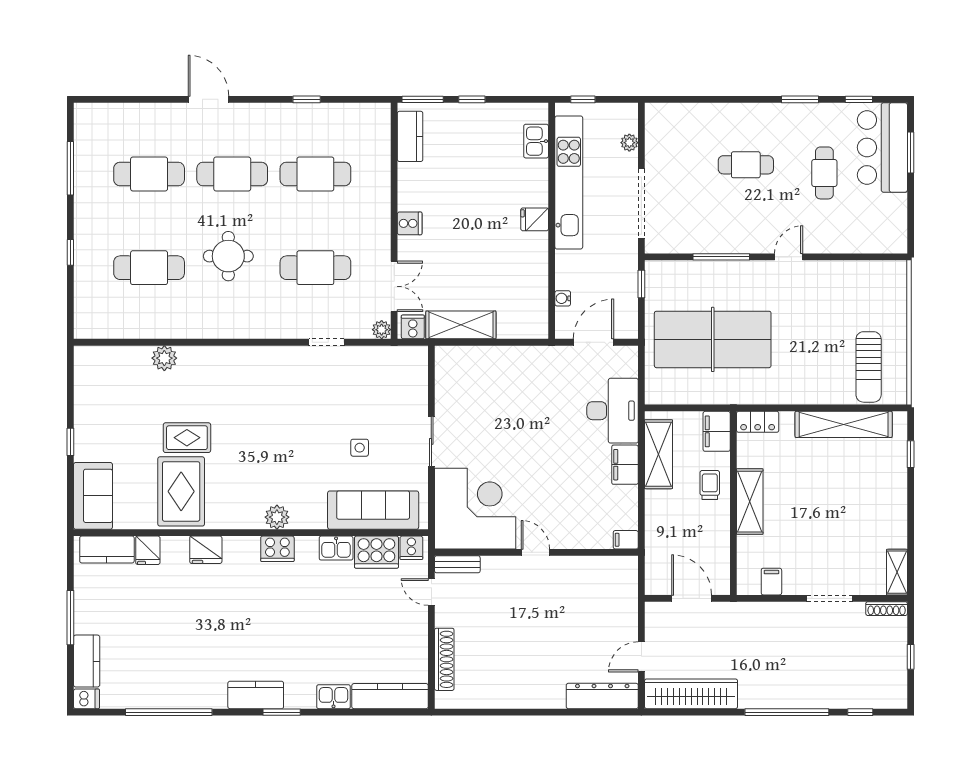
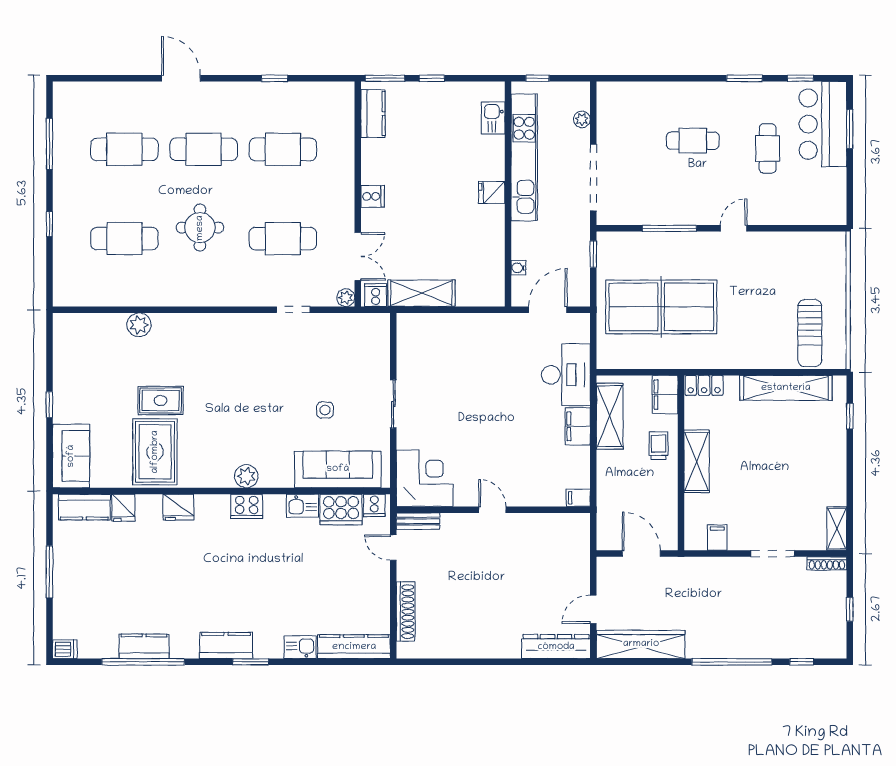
corner desk: (475, 509) -> (425, 478), width x0.74, depth x0.74
kitchen counter: (87, 661) -> (144, 646), moved, turned -90

